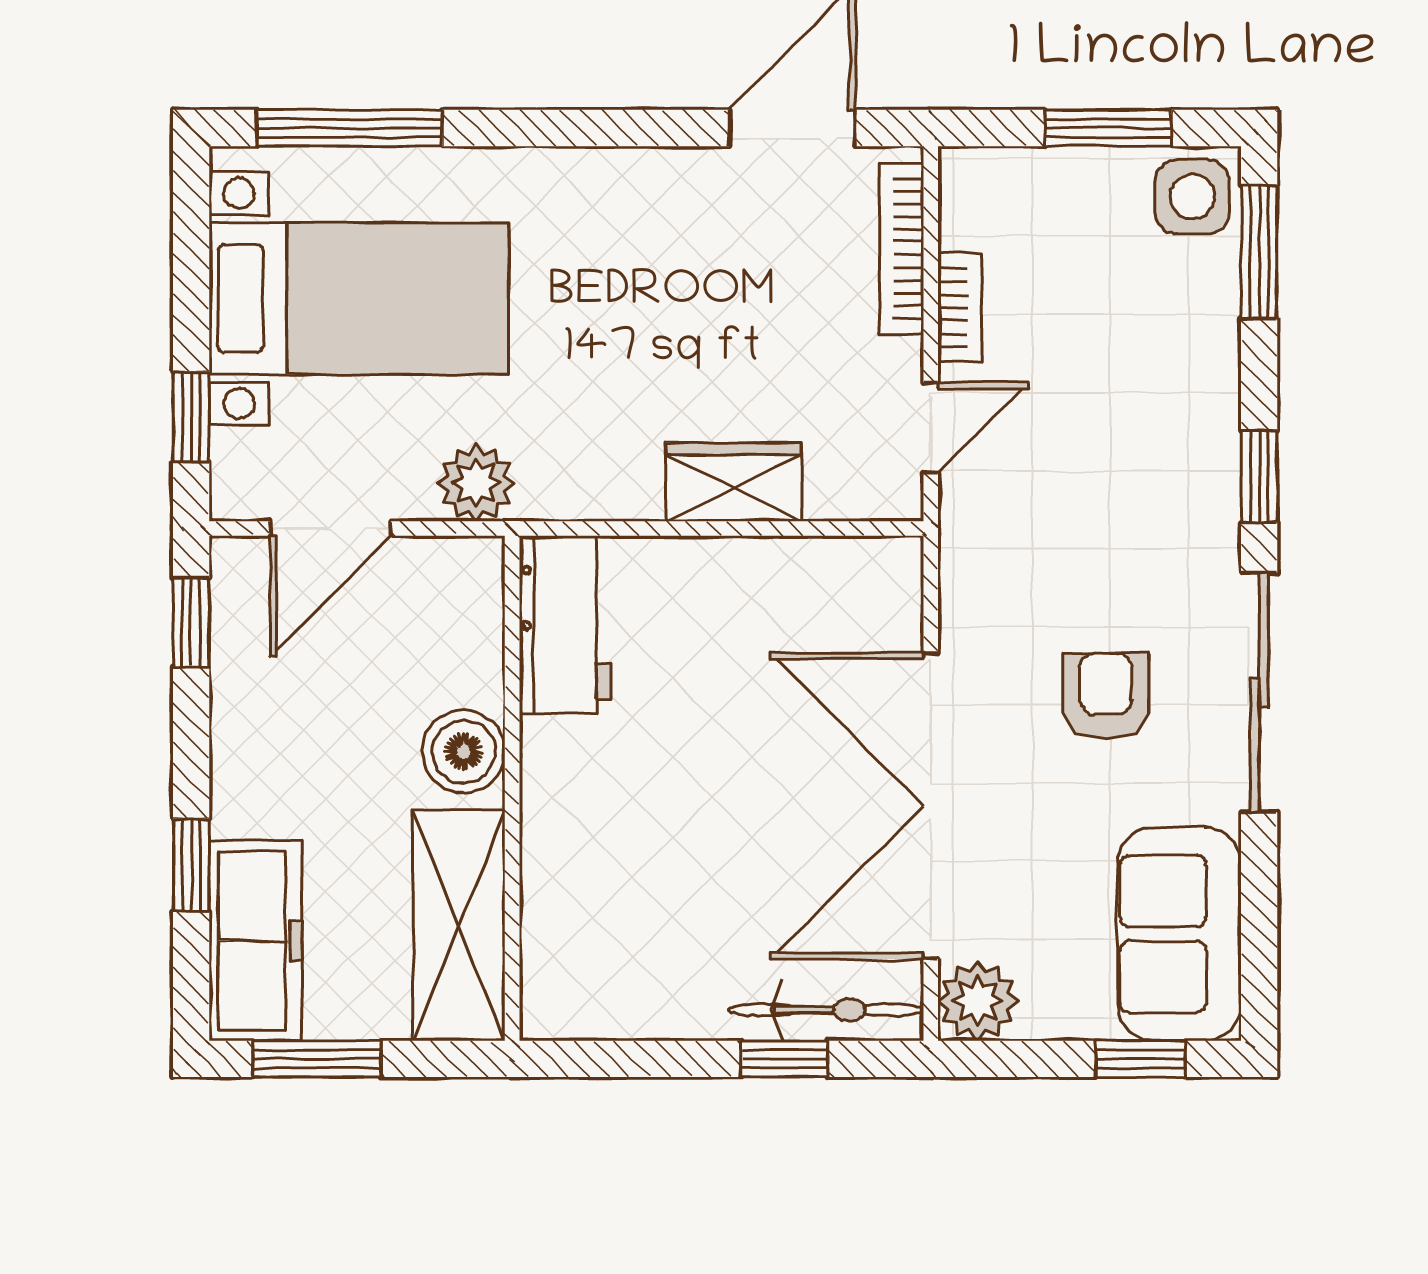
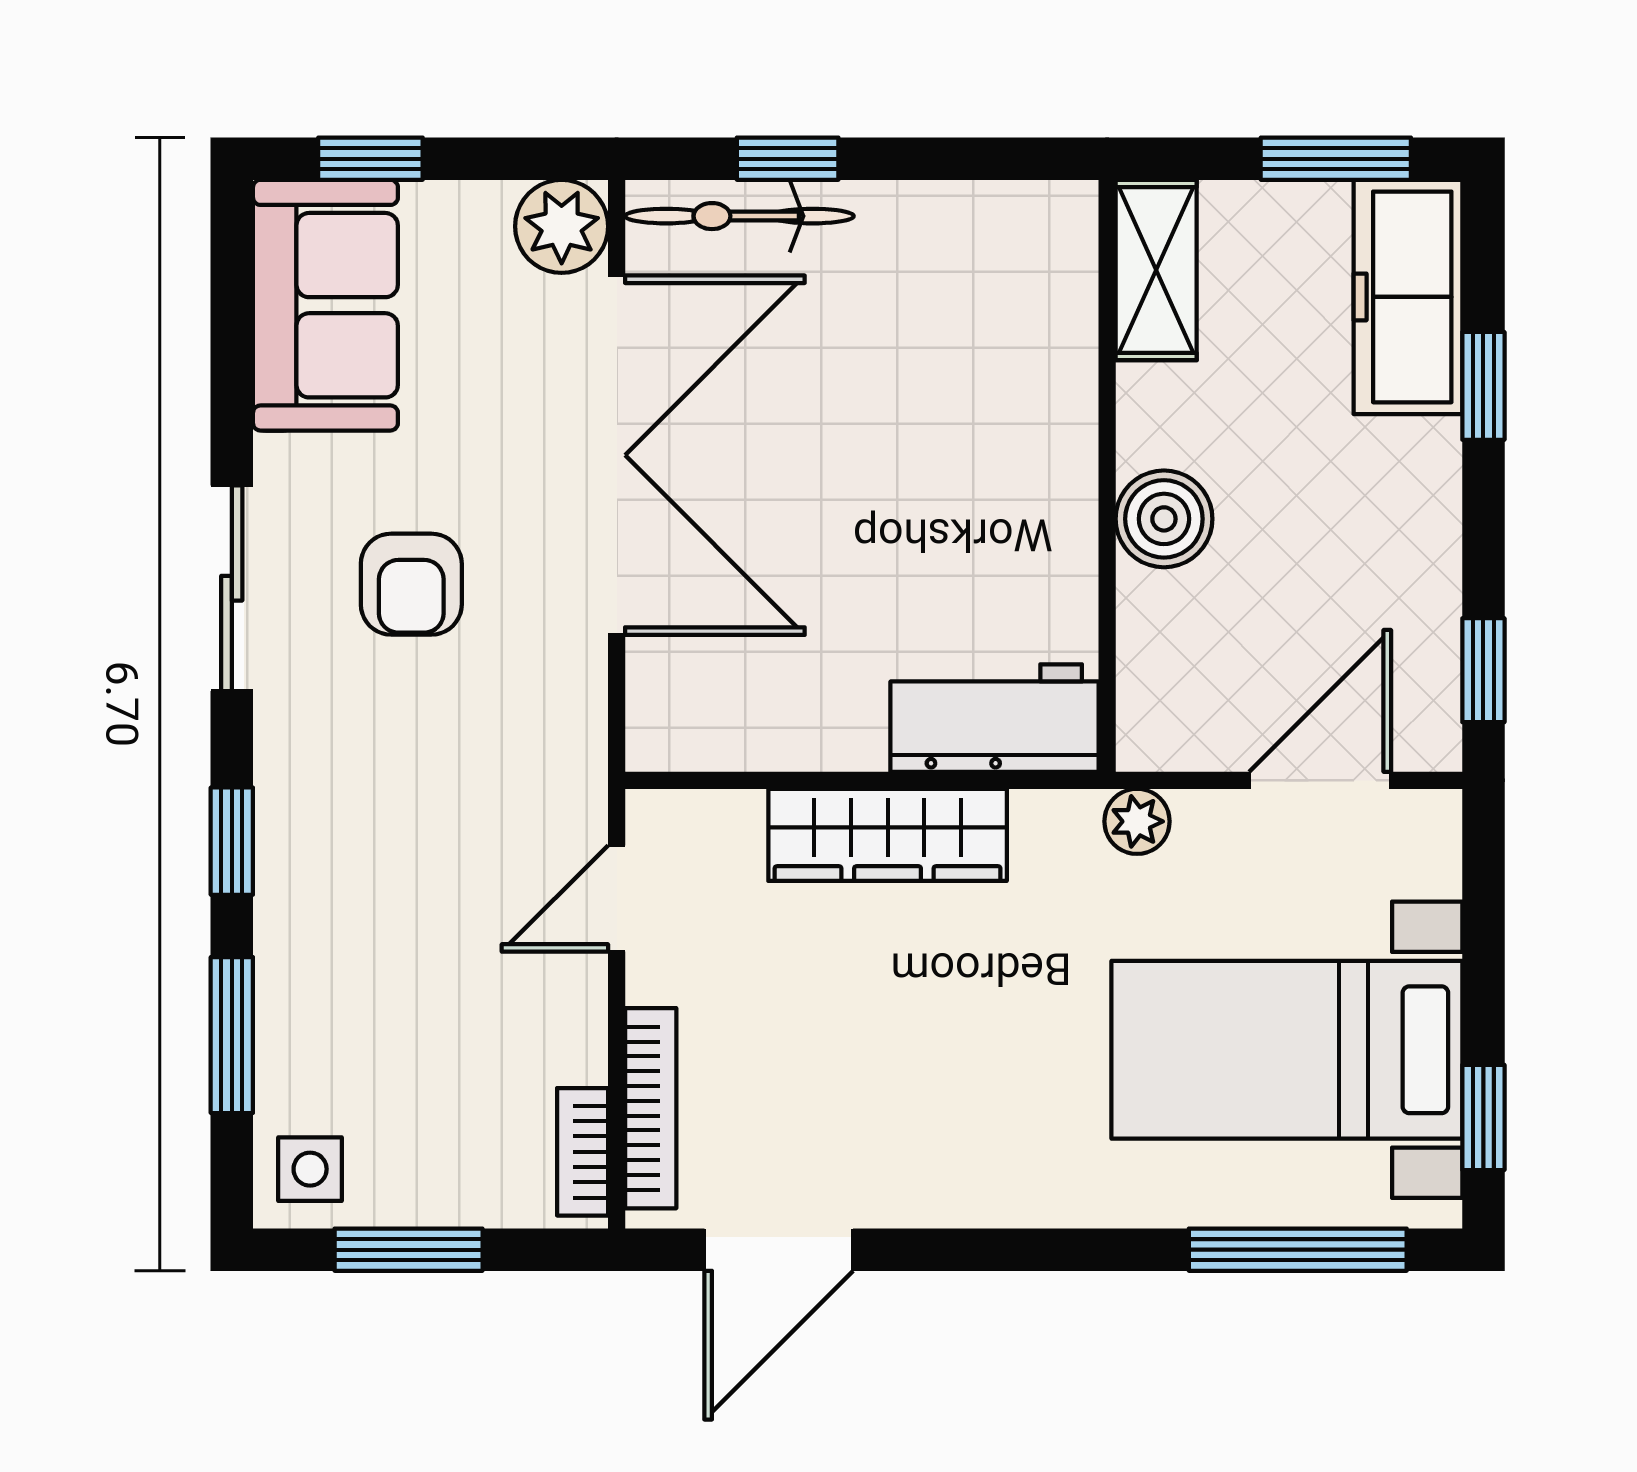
side table: (1192, 197) -> (310, 1169), width x0.73, depth x0.73
window: (1259, 252) -> (232, 1035), moved
bookcase: (960, 307) -> (583, 1152), moved
window: (191, 417) -> (1483, 1117), moved
wardrobe: (733, 482) -> (888, 835), width x1.50
plant: (476, 483) -> (1137, 821), width x0.73, depth x0.73
workbench: (565, 625) -> (995, 718), moved, turned 90
sliding door: (1259, 692) -> (232, 588), width x0.73
shelving: (459, 925) -> (1156, 270), width x0.67, depth x0.75

